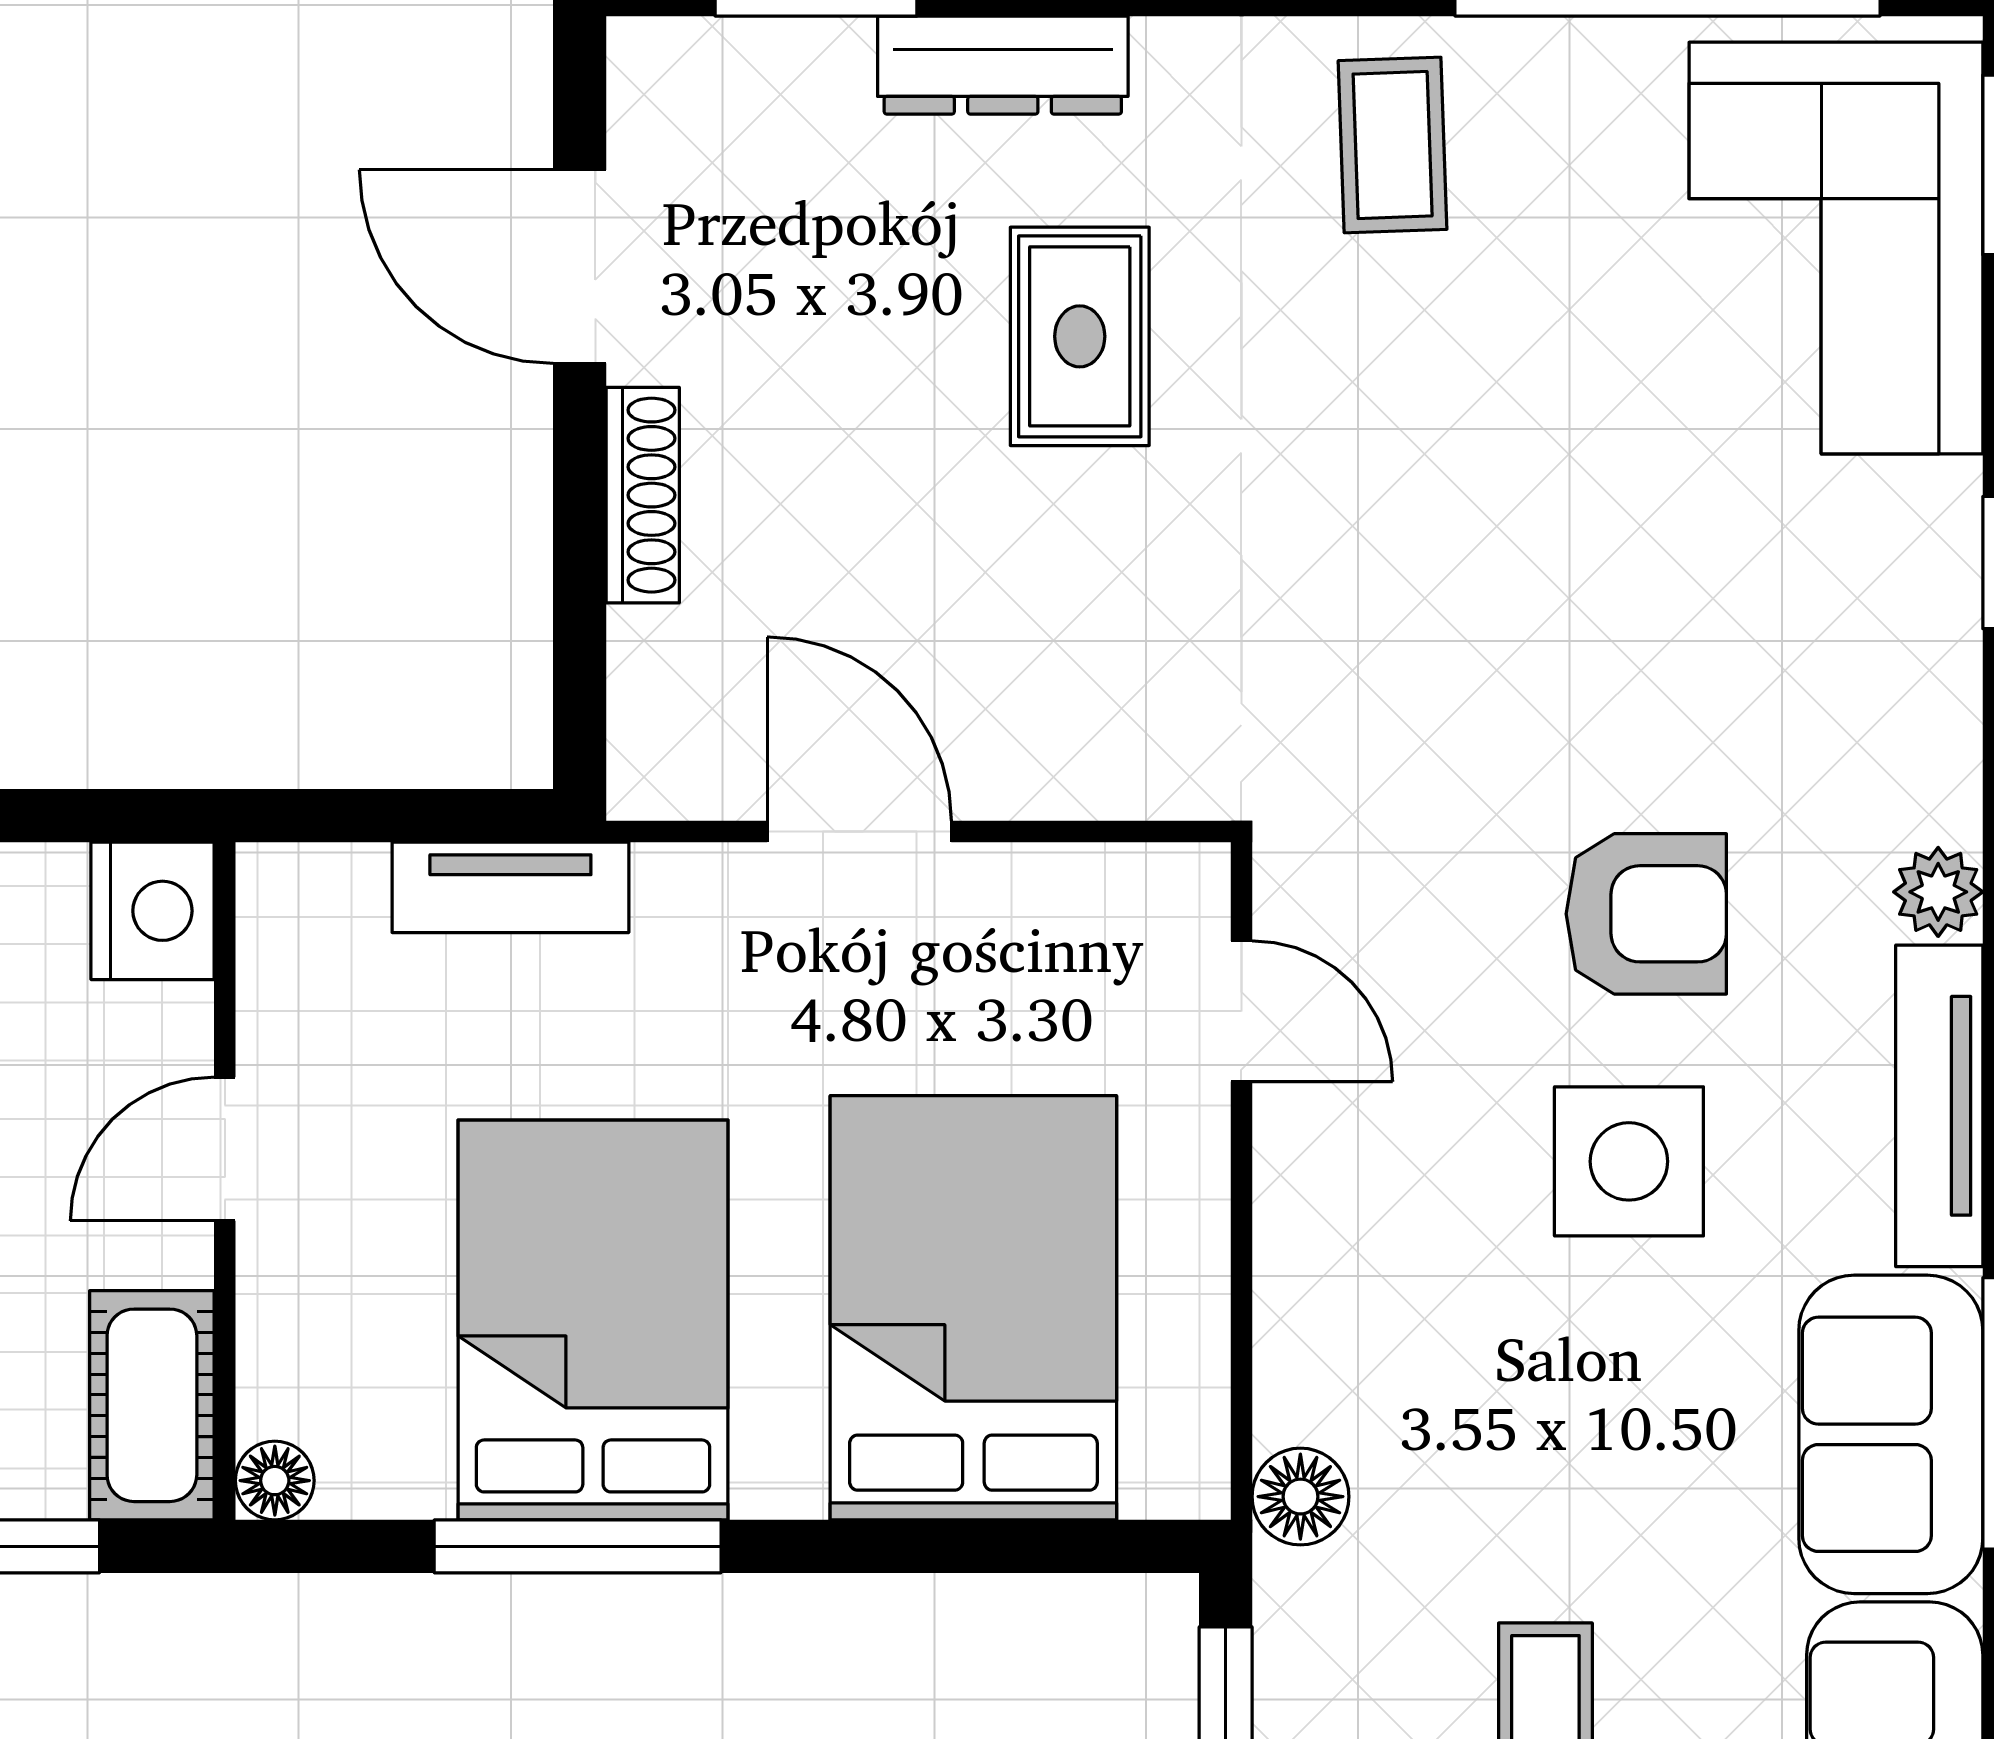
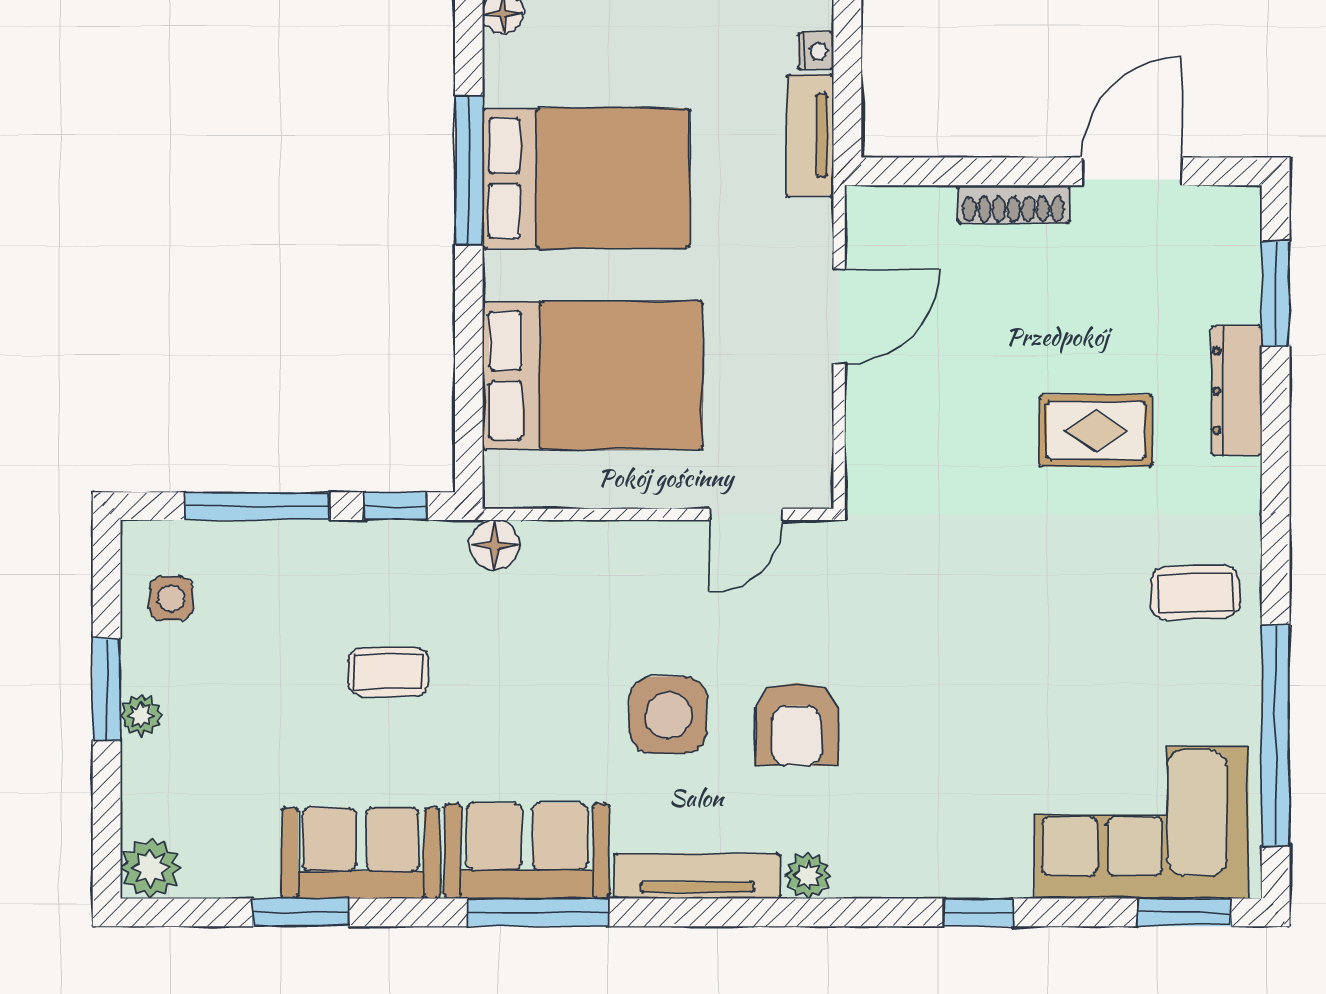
nightstand: (347, 876) -> (816, 51), added

